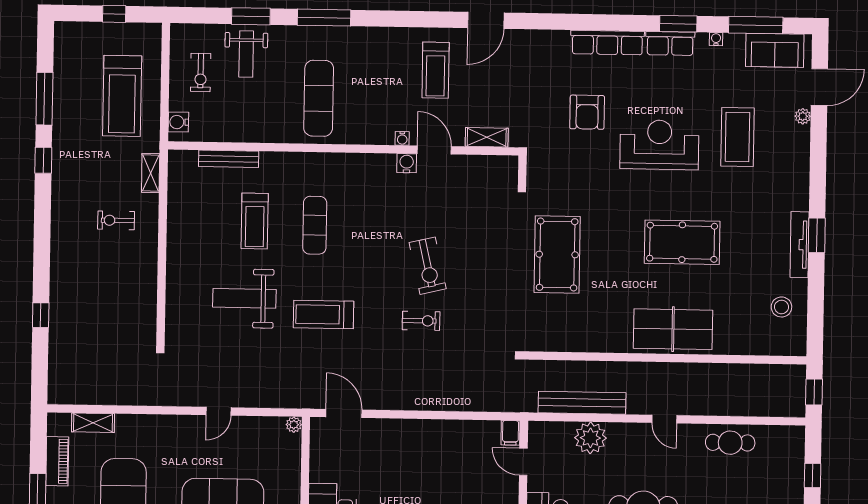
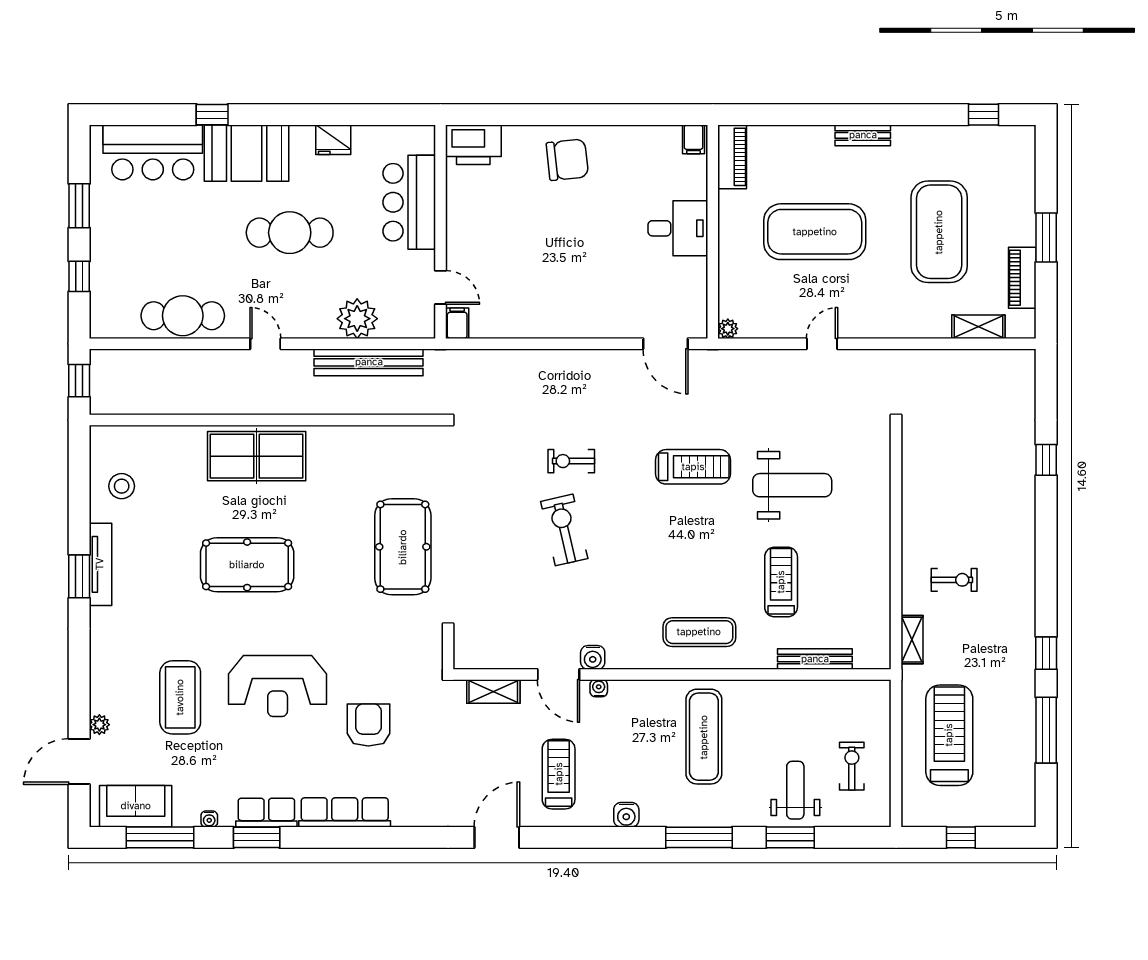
water cooler: (178, 122) -> (626, 815), moved, turned 90
exercise mat: (315, 225) -> (699, 632), moved, turned 90
cafe table: (730, 443) -> (183, 316), width x1.37, depth x1.35

